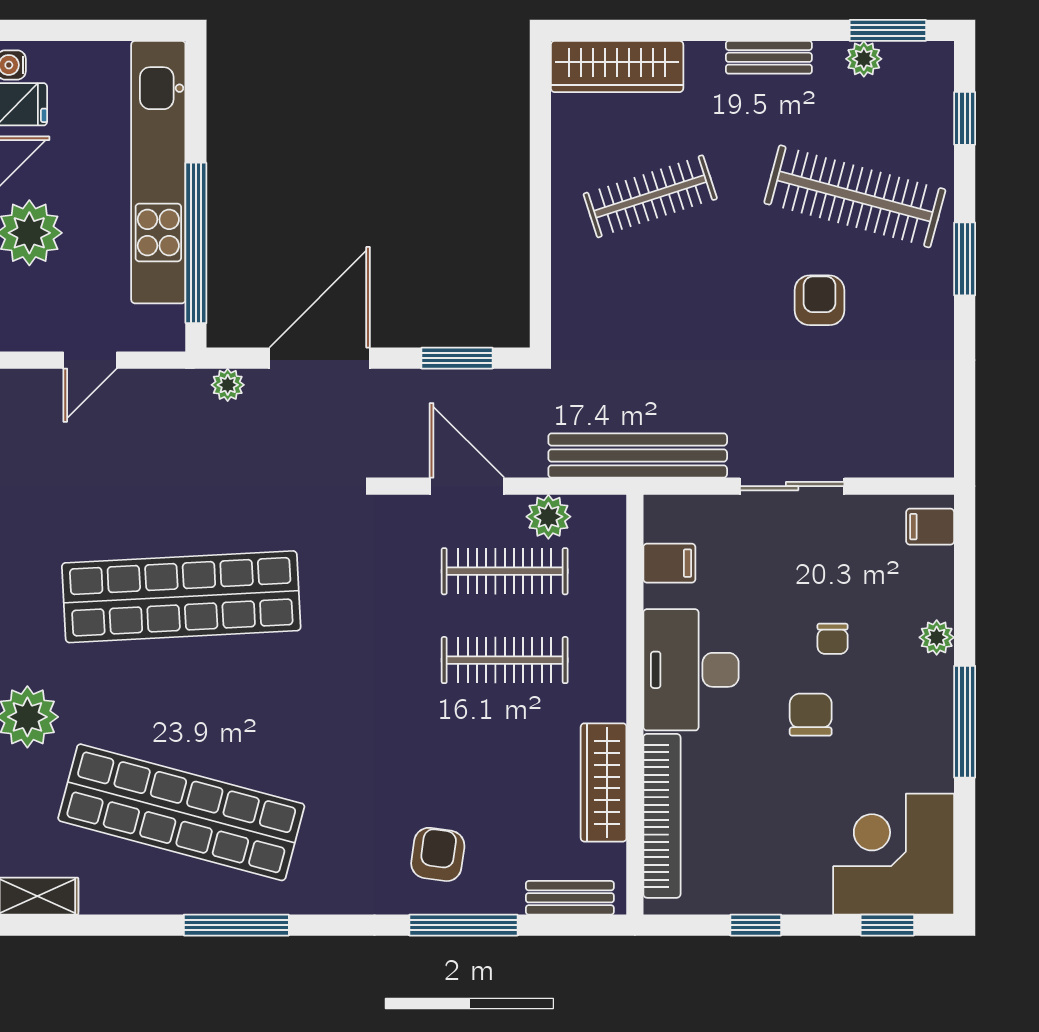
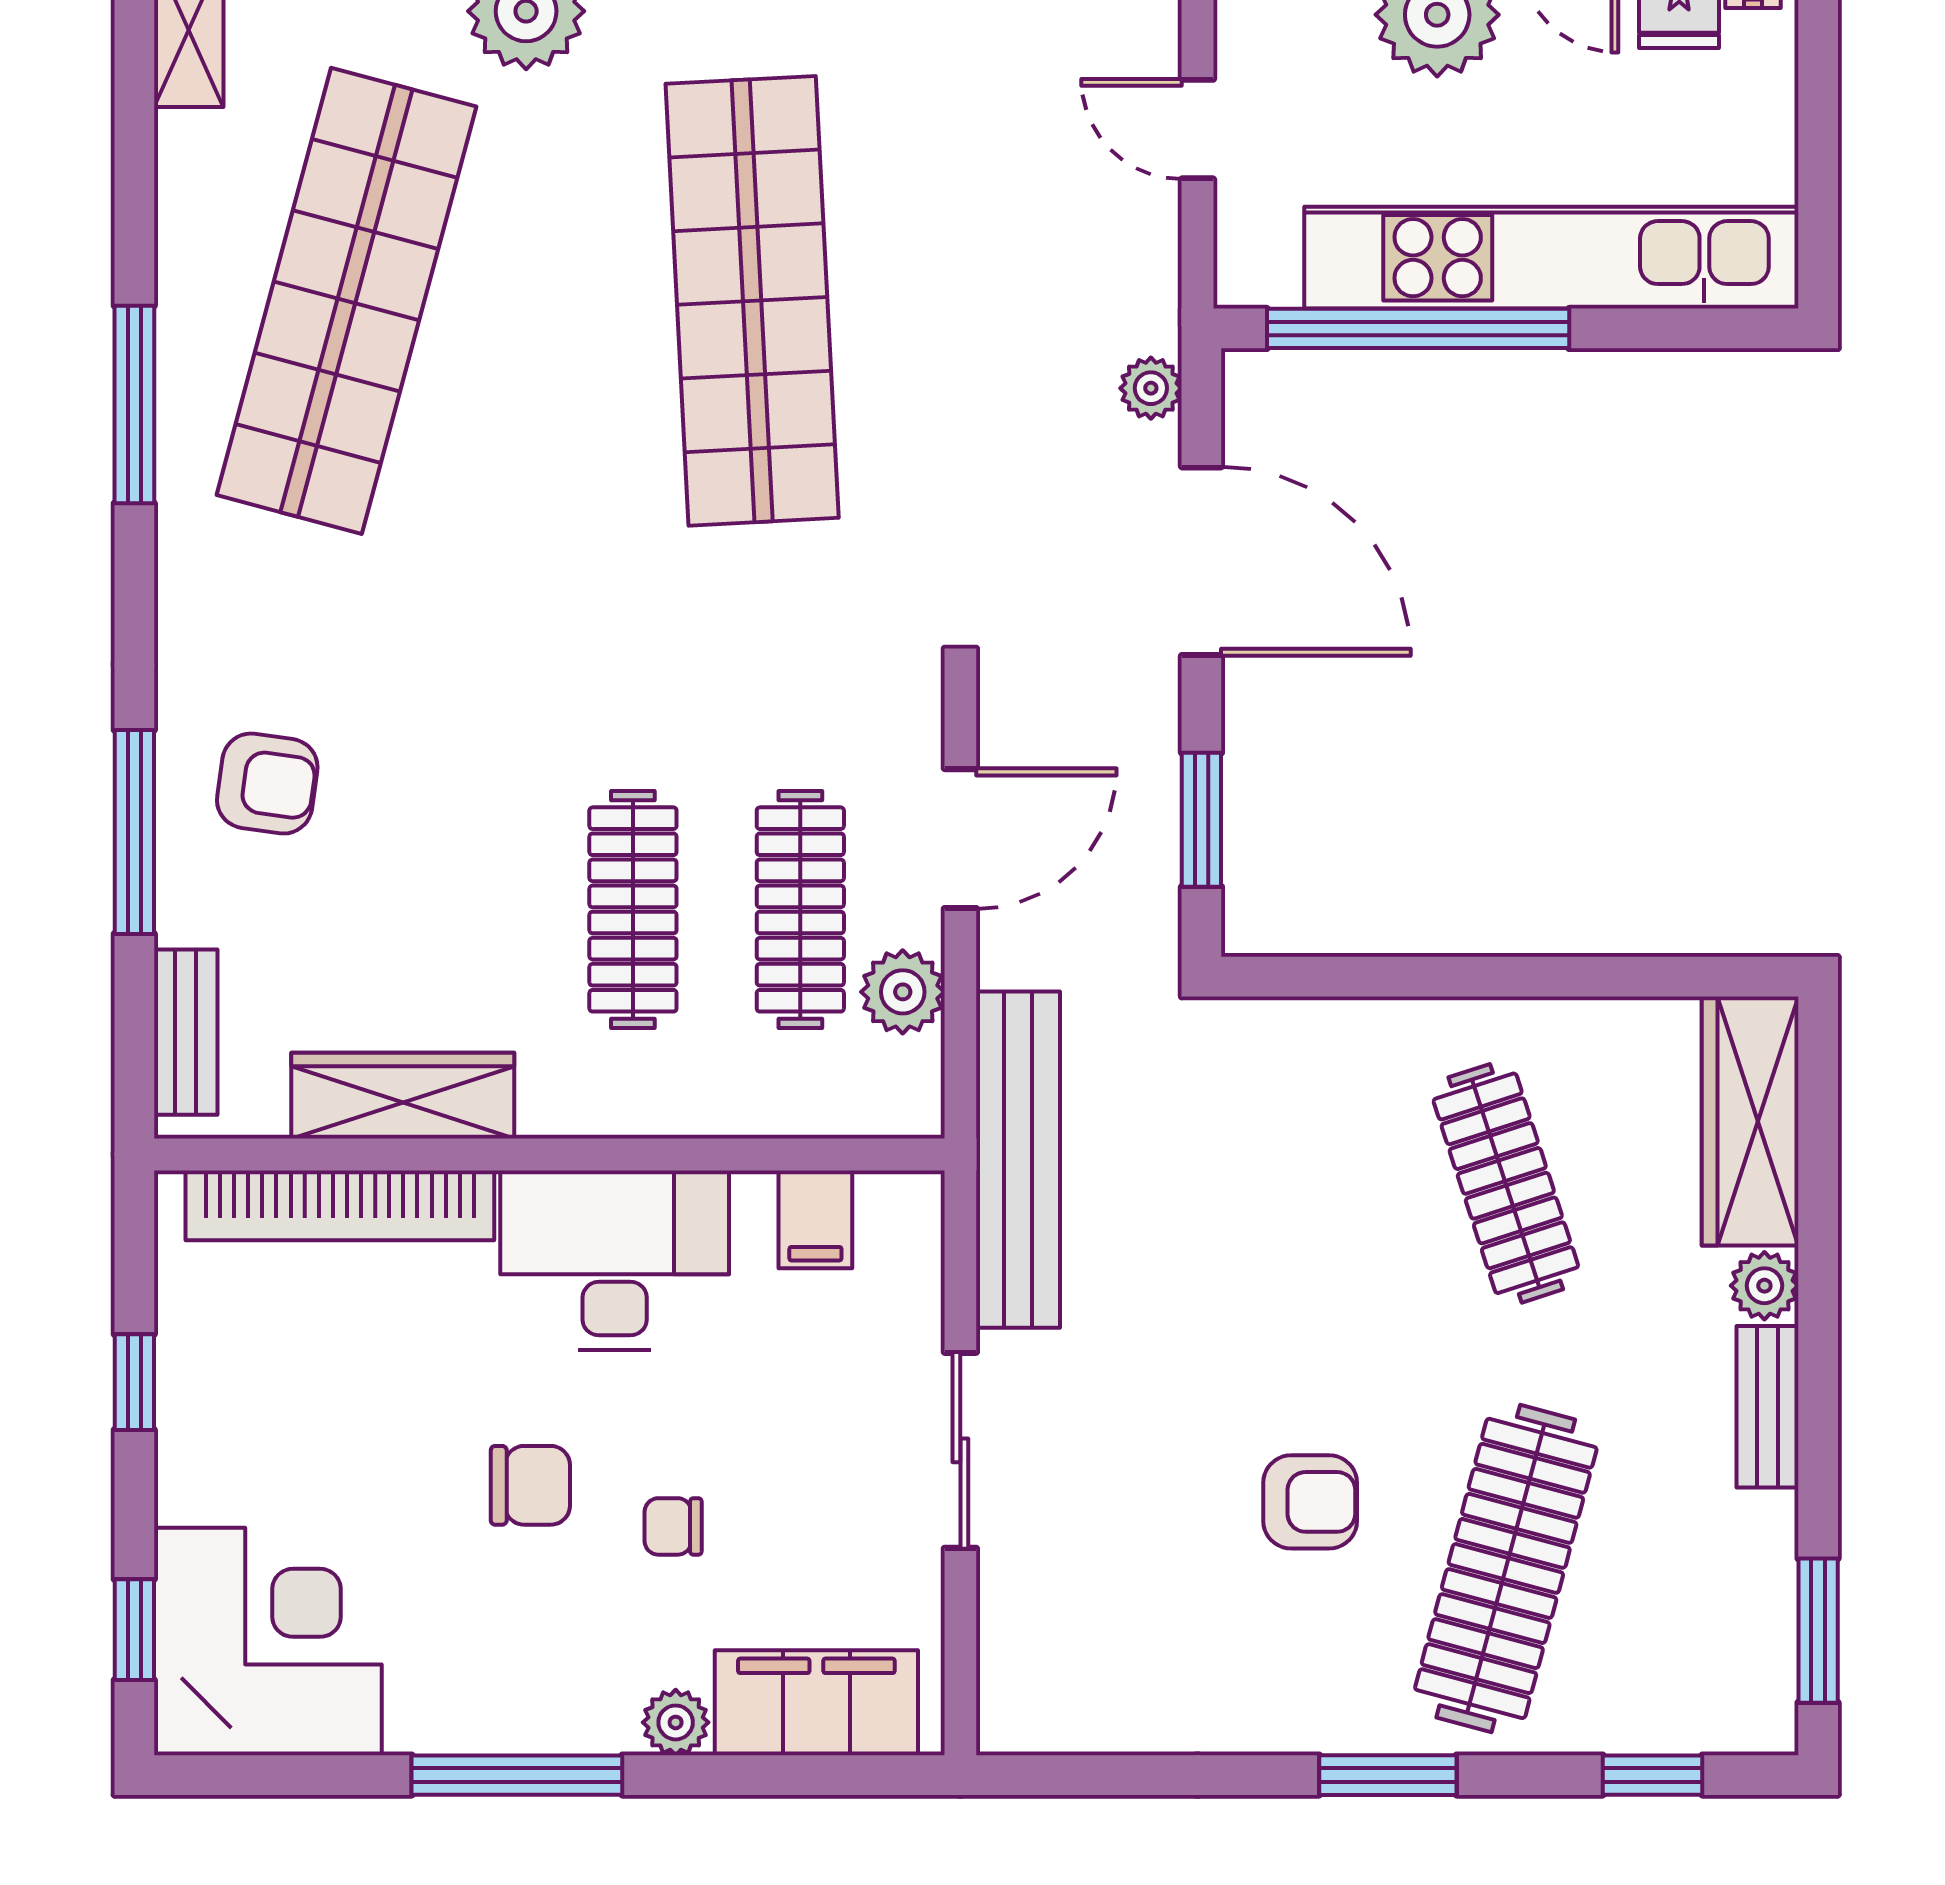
plant: (864, 59) -> (1764, 1286), moved
filing cabinet: (930, 527) -> (816, 1703), width x3.00, depth x1.17

